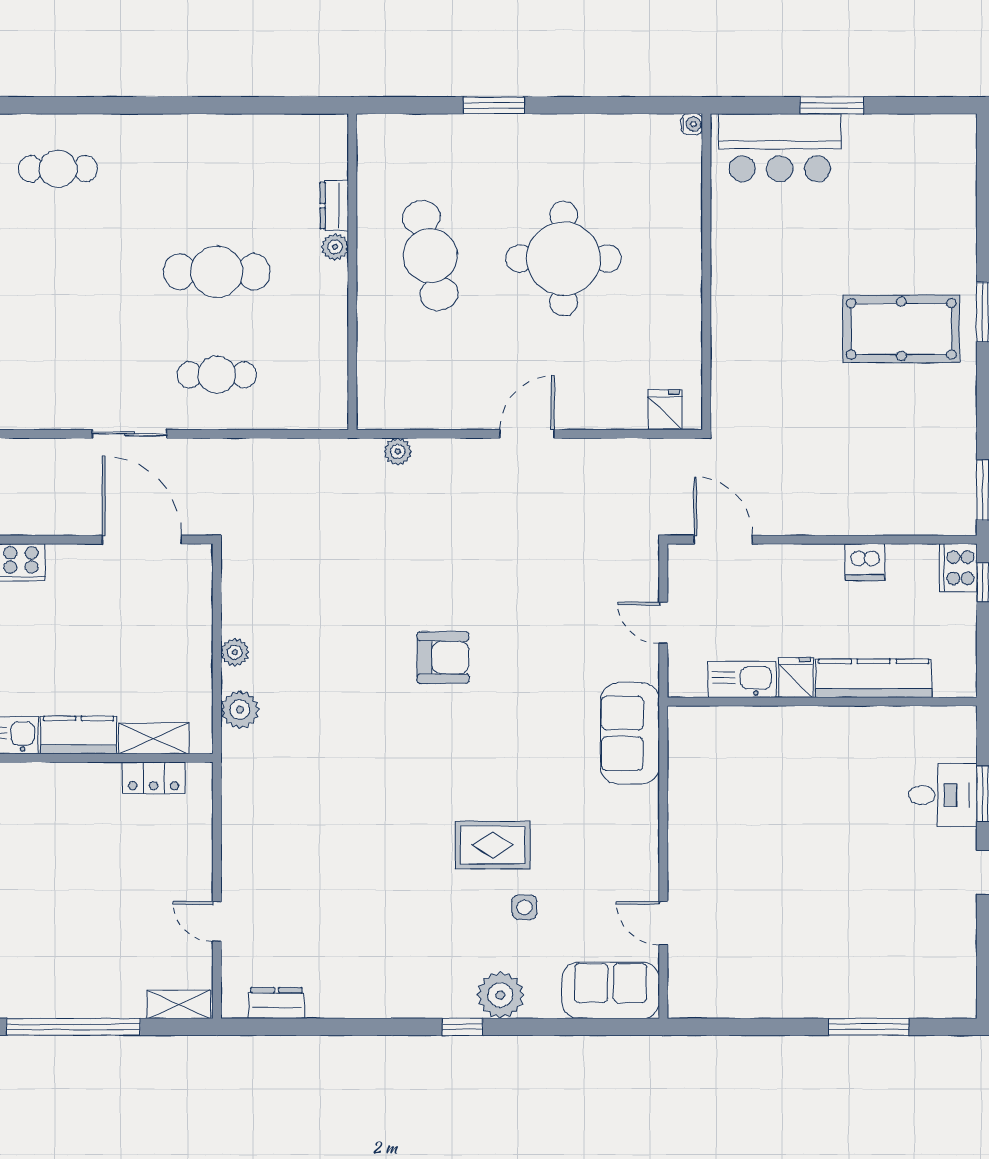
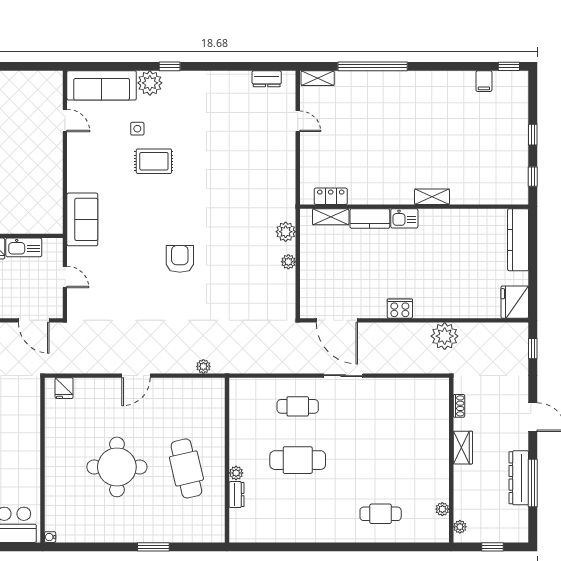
armchair: (443, 658) -> (180, 259), turned 90
sofa: (611, 990) -> (102, 85), width x1.36

